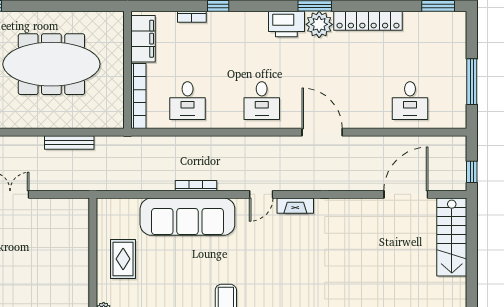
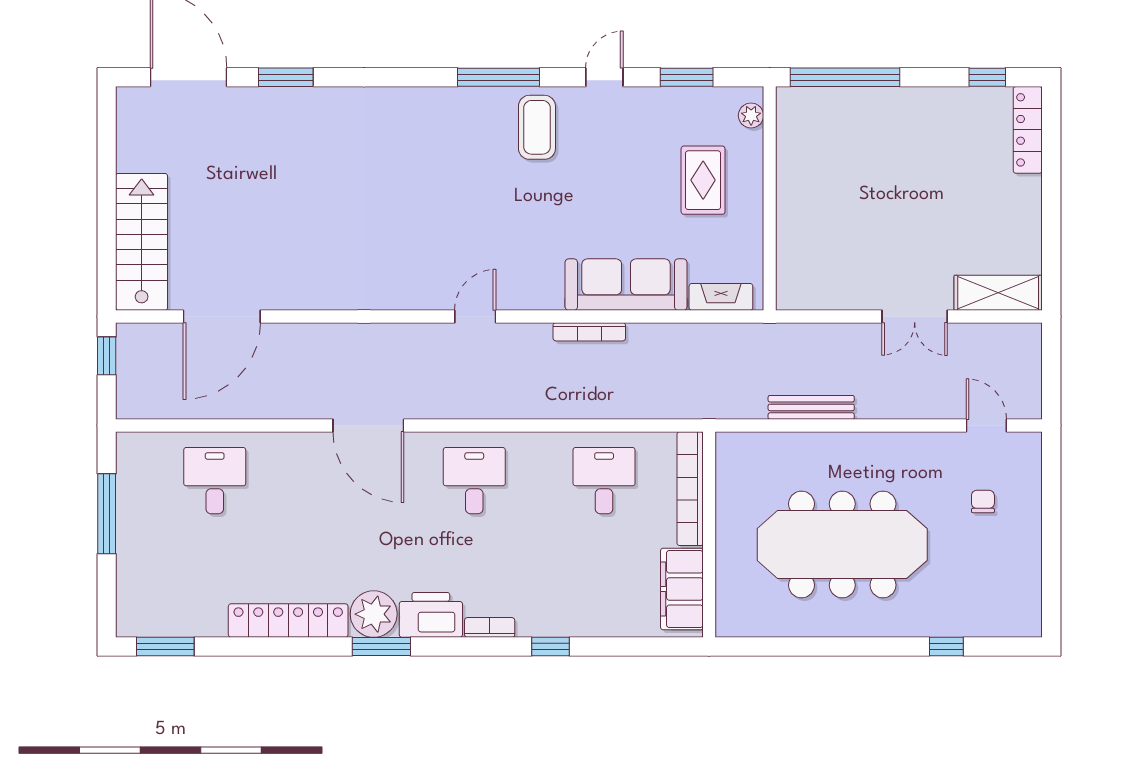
bookcase: (192, 17) -> (490, 627), moved
fireplace: (295, 206) -> (721, 297), moved
sofa: (187, 217) -> (626, 285), width x0.74, depth x0.79
rug: (123, 259) -> (703, 180), moved

